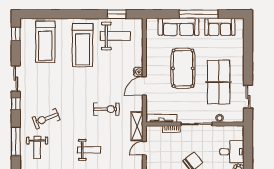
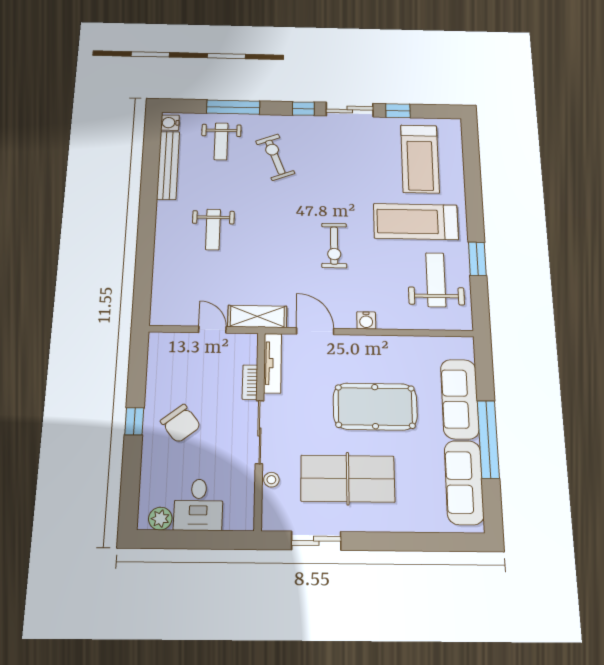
window: (117, 14) -> (477, 259), moved
sofa: (220, 27) -> (464, 482), width x1.36
window: (16, 34) -> (398, 111), moved
weight bench: (115, 36) -> (436, 280), turned 180
treadmill: (45, 42) -> (420, 159), turned -90
door: (144, 86) -> (315, 331), moved
exercise bike: (106, 109) -> (334, 246), moved
weight bench: (37, 147) -> (221, 141), turned -90

